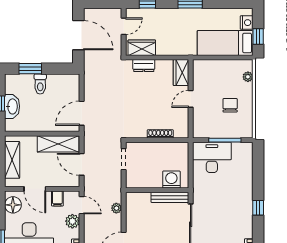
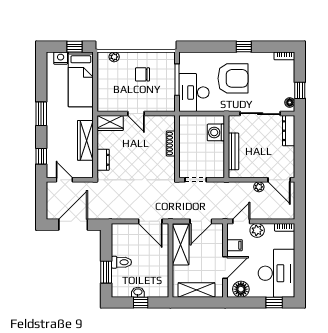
wardrobe: (142, 48) -> (85, 140), moved, width x1.50
washbasin: (12, 106) -> (138, 292), width x0.52, depth x0.69
bench: (170, 197) -> (233, 151), moved
armchair: (226, 197) -> (233, 78), added
plant: (116, 208) -> (259, 187), moved

